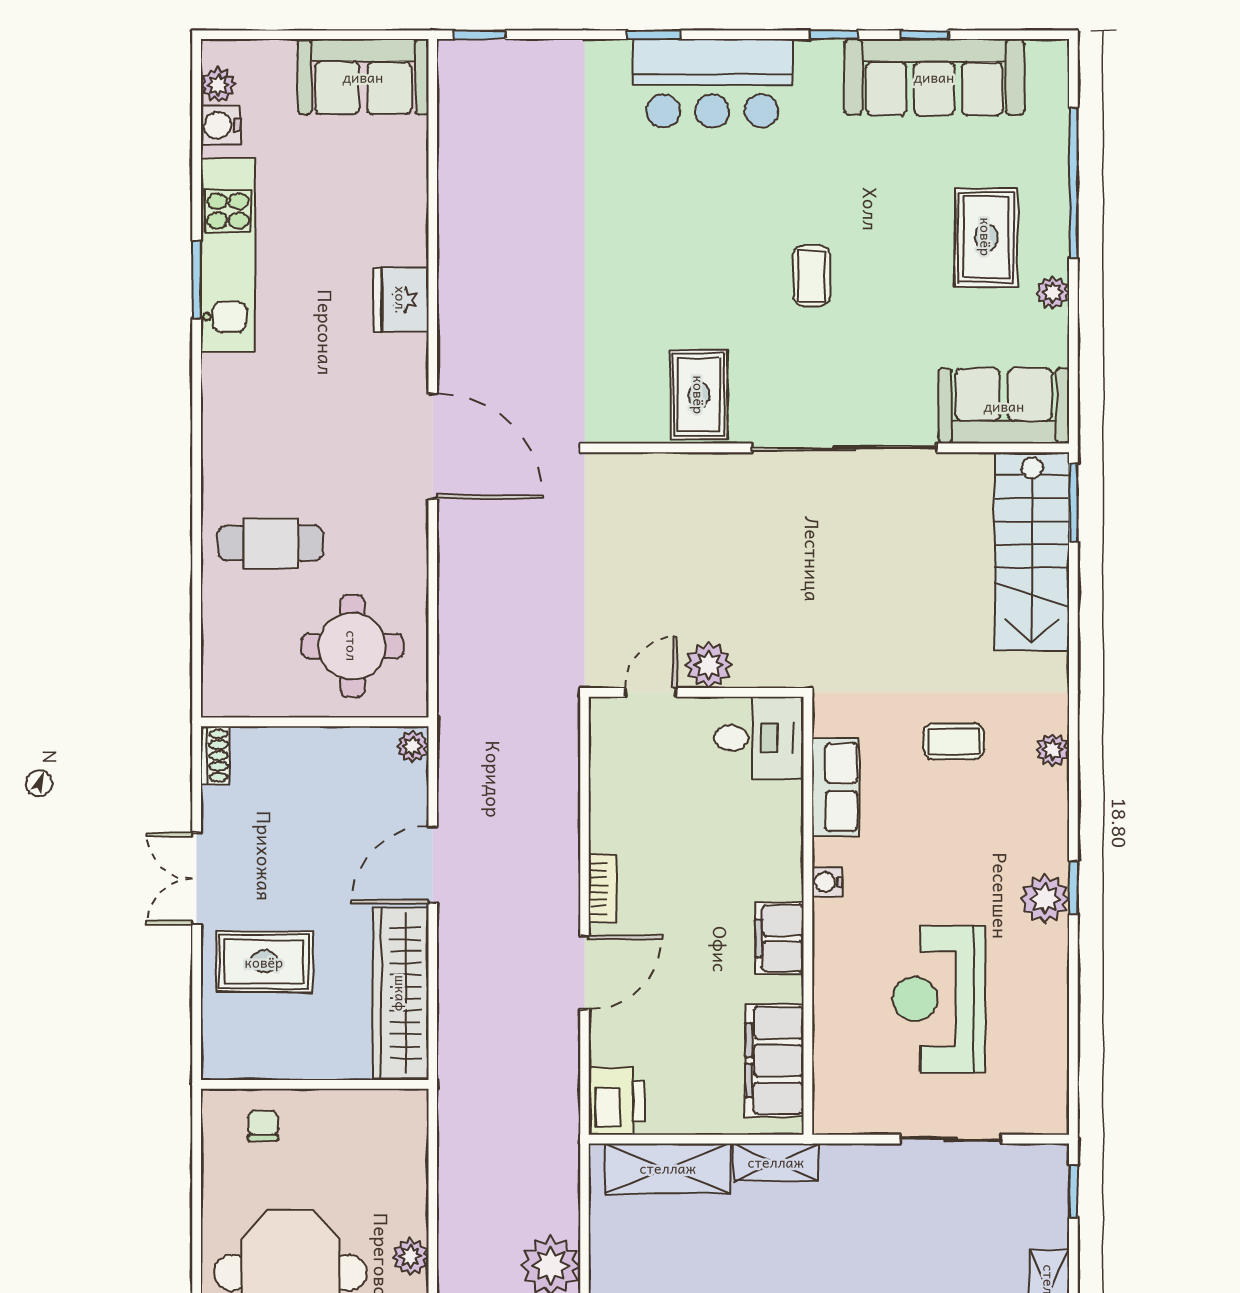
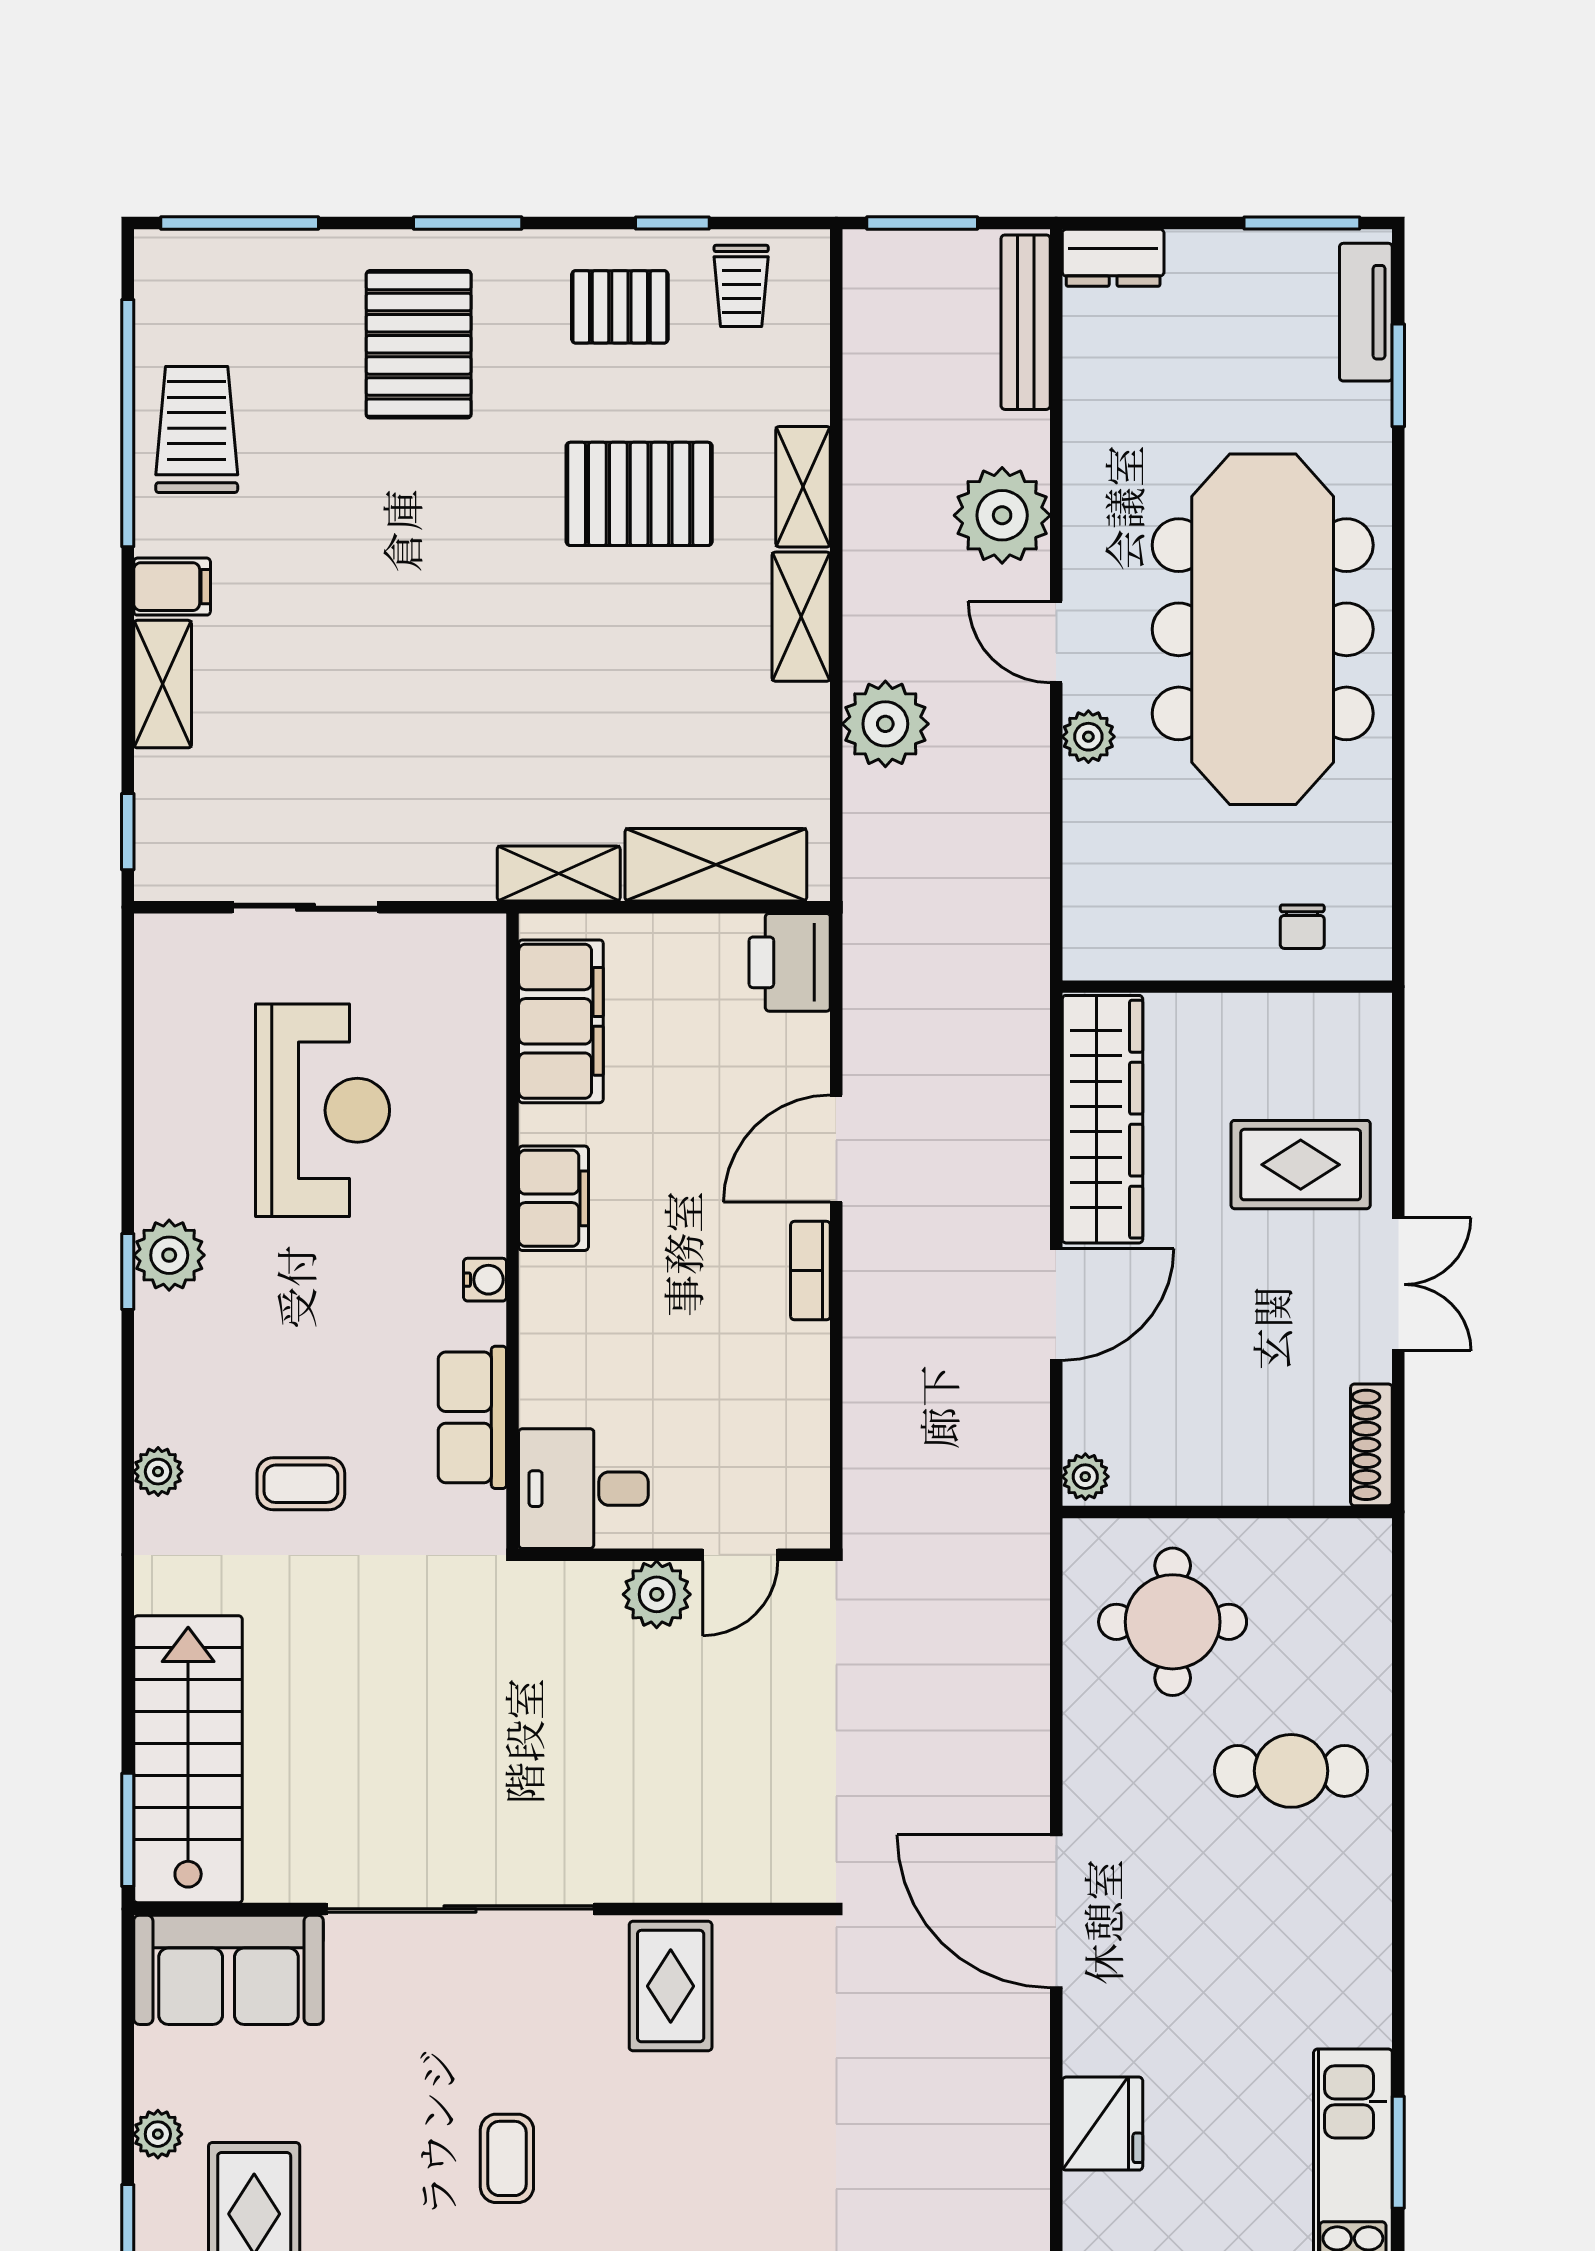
shoe rack: (215, 756) -> (1371, 1445), width x1.43

